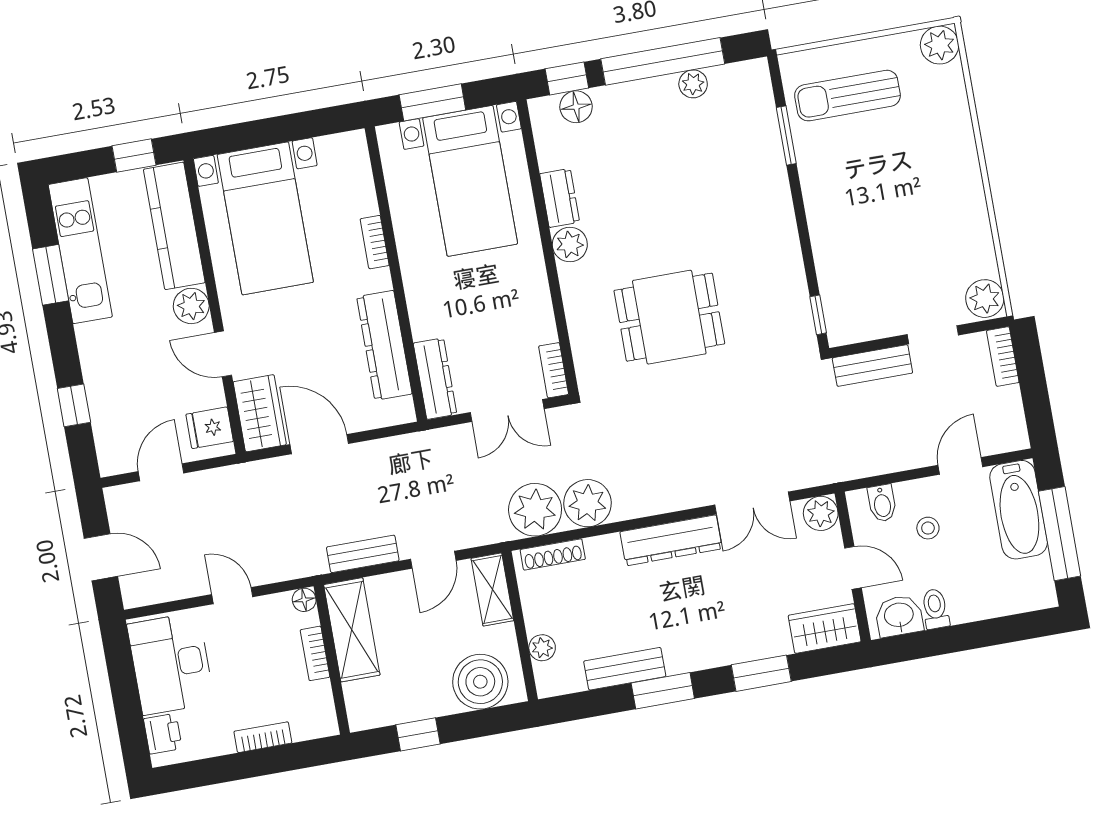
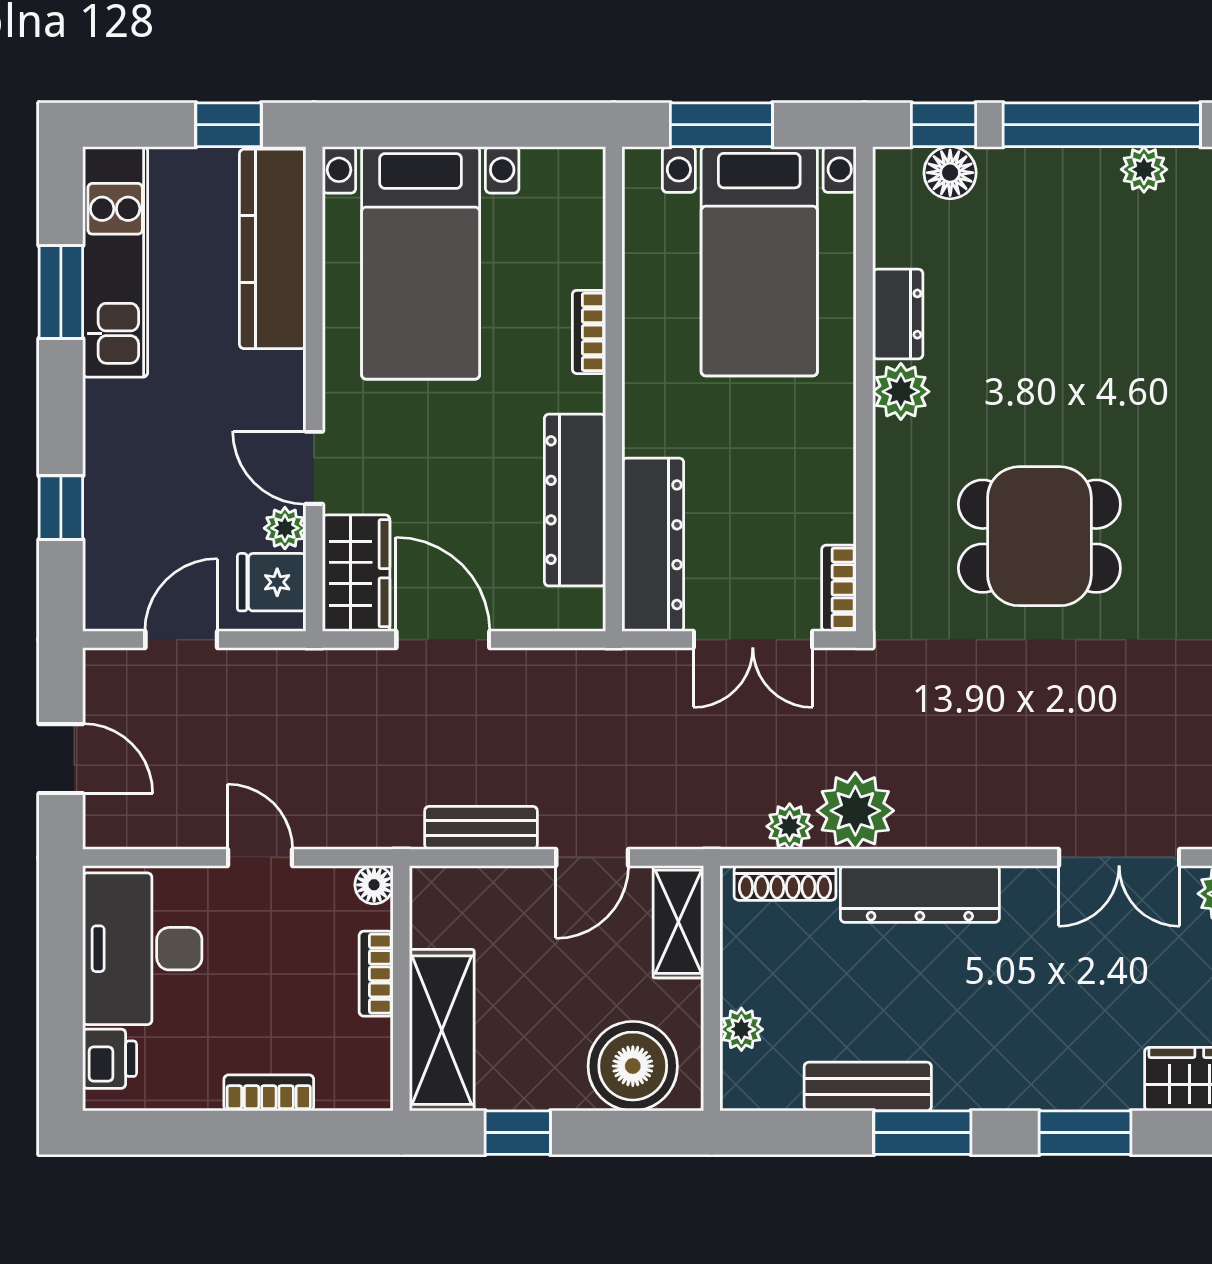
plant: (191, 306) -> (285, 528), moved, width x0.73, depth x0.73
dresser: (435, 379) -> (653, 545), width x1.37, depth x1.24
plant: (535, 510) -> (790, 826), width x0.53, depth x0.53
dresser: (671, 540) -> (920, 894), moved
shelving: (352, 630) -> (442, 1030), moved

